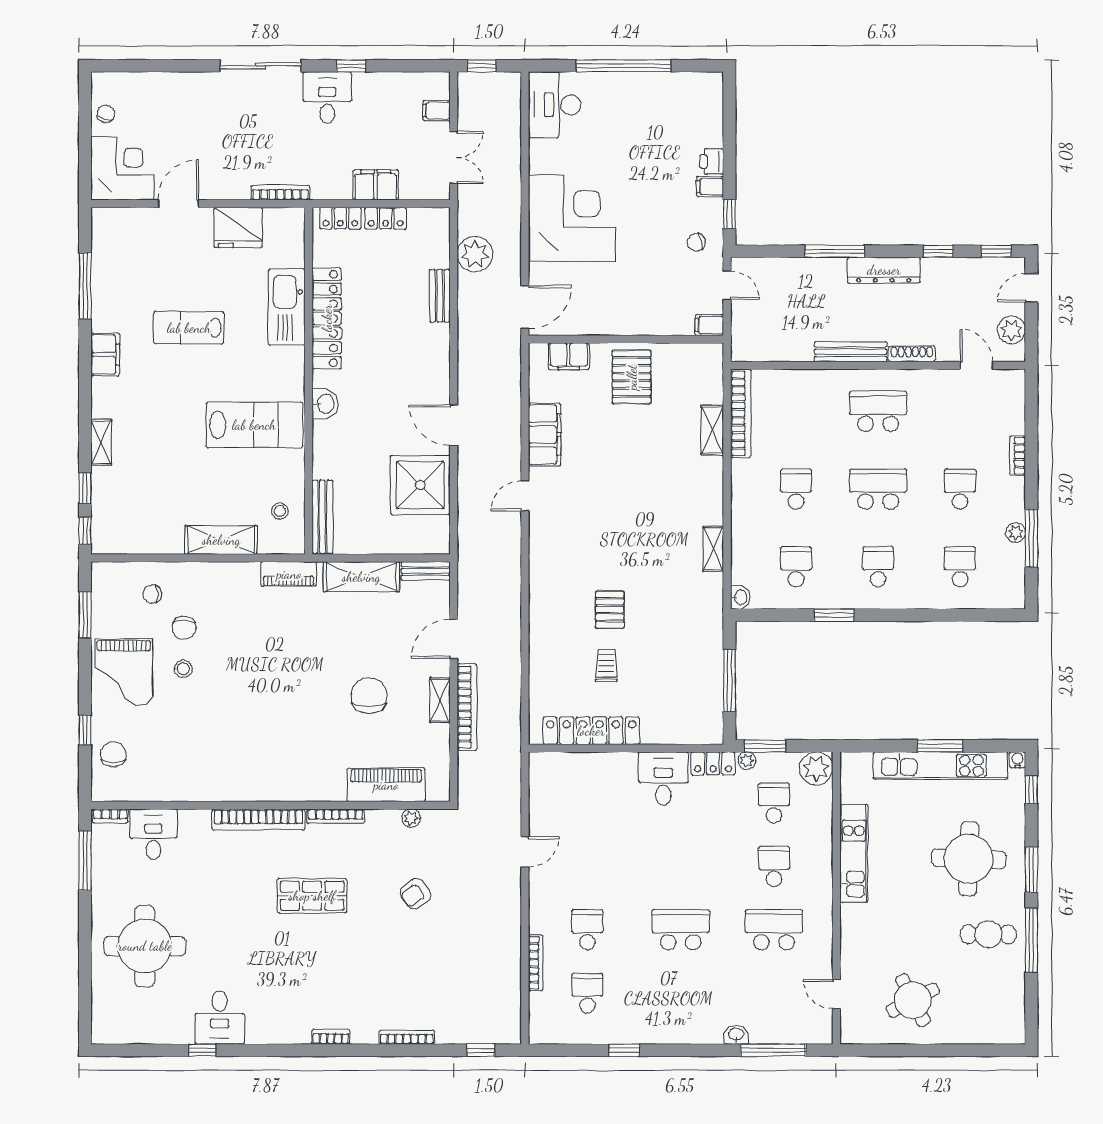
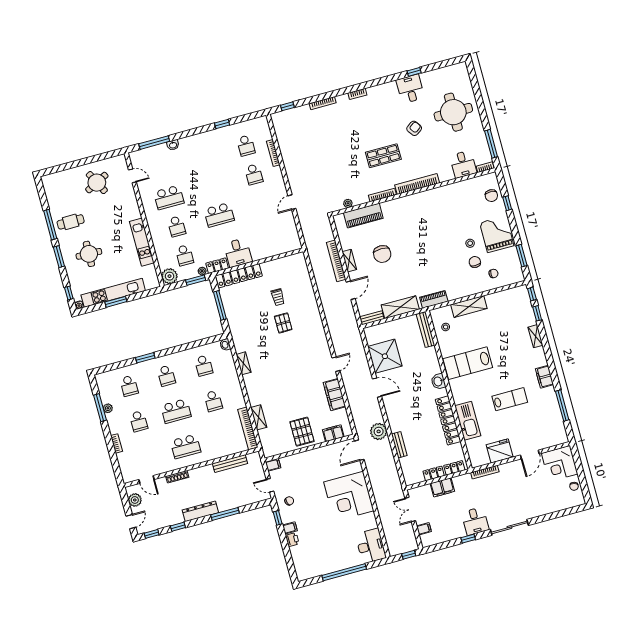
plant: (475, 254) -> (379, 431), moved
bench: (851, 352) -> (230, 464), moved
window: (834, 615) -> (145, 358), moved
locker: (591, 731) -> (239, 276), moved
round table: (969, 859) -> (89, 254), width x0.73, depth x0.73
armchair: (415, 894) -> (414, 128), moved
school desk: (681, 930) -> (219, 215), moved

